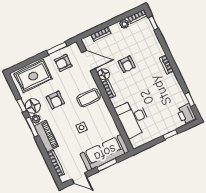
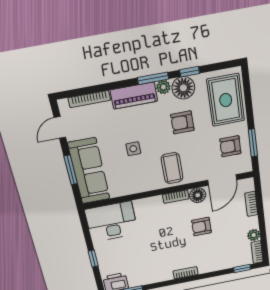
armchair: (63, 63) -> (230, 146), turned -90
desk: (133, 118) -> (111, 222), moved

